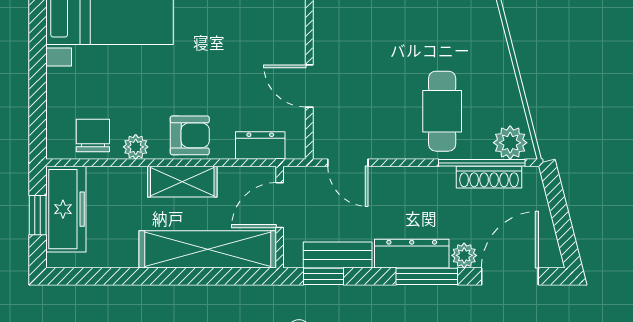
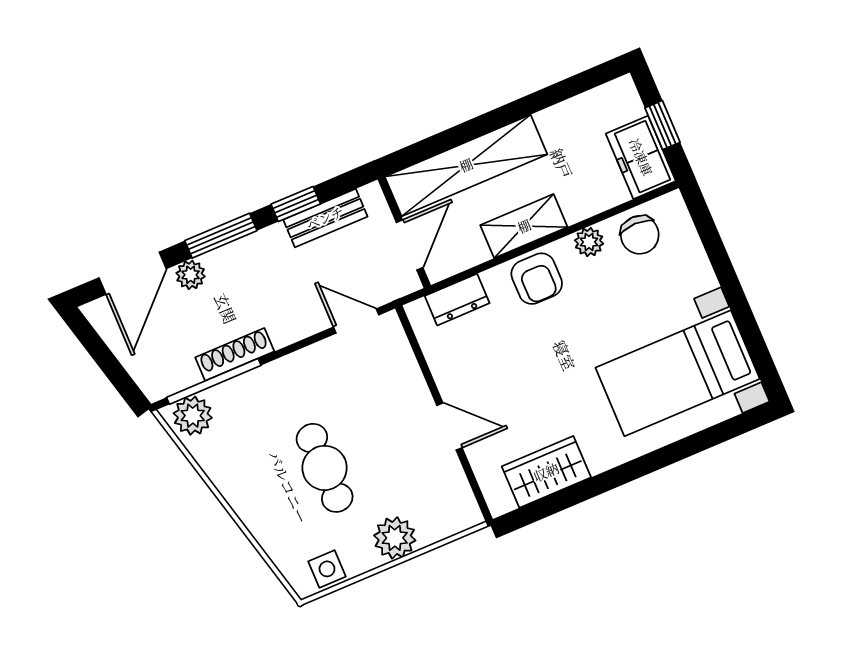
door: (309, 86) -> (449, 427), moved
cafe table: (442, 111) -> (325, 468), moved
armchair: (190, 135) -> (537, 279), turned -90
shoe rack: (489, 177) -> (235, 354), moved
freezer: (66, 209) -> (641, 157), width x0.71
dresser: (412, 254) -> (247, 253), removed
window: (323, 276) -> (296, 204), moved

